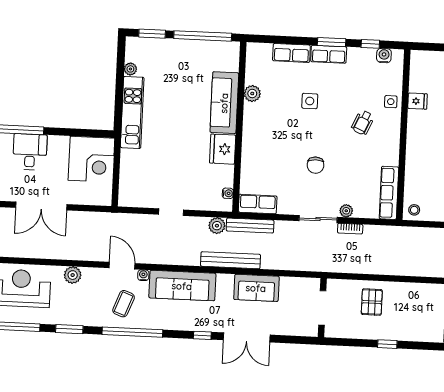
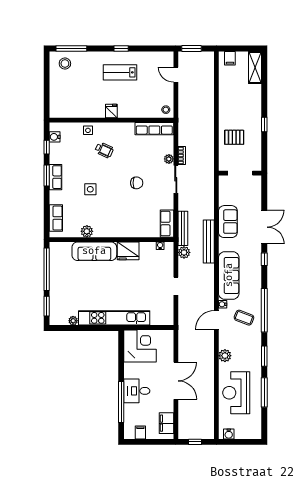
row of seats: (291, 53) -> (56, 218), moved
fridge: (417, 101) -> (111, 111), moved
kitchen unit: (132, 112) -> (114, 318), width x1.36

